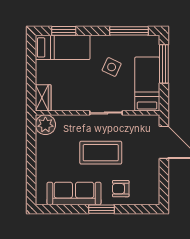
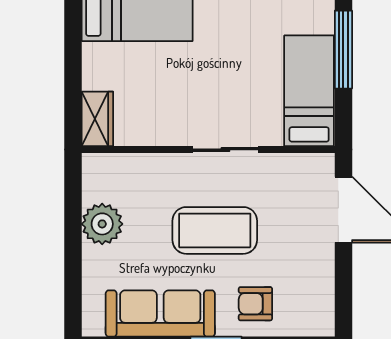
side table: (112, 67) -> (237, 56), removed
plant: (45, 125) -> (102, 224), moved

